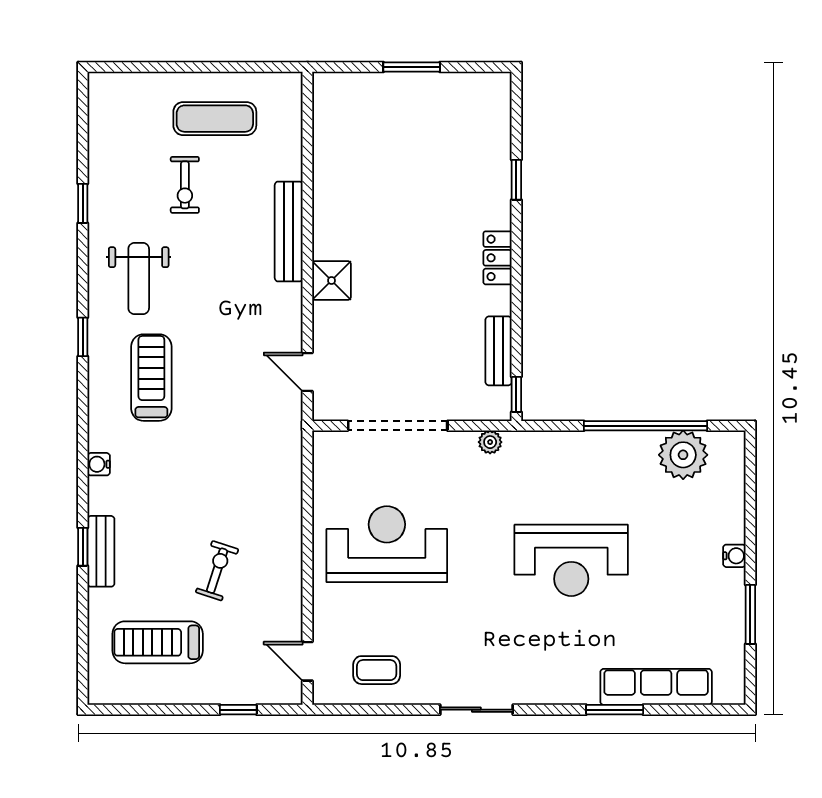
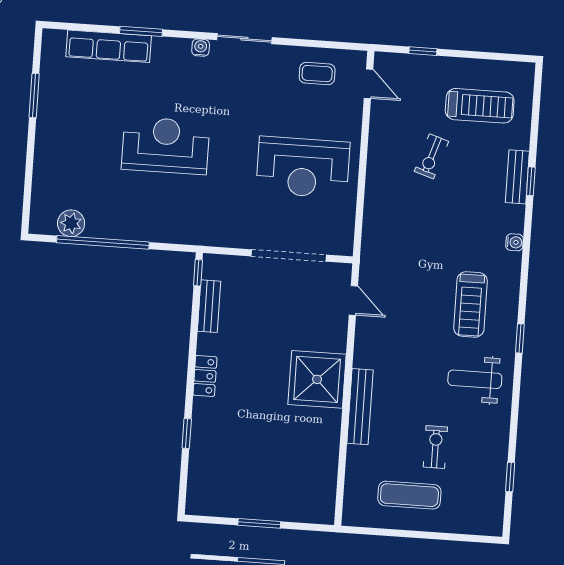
window: (83, 203) -> (510, 477), moved
weight bench: (139, 279) -> (475, 379), turned -90
shower: (332, 281) -> (317, 379), width x1.86, depth x1.86
plant: (490, 442) -> (220, 238), removed
plant: (683, 455) -> (71, 223), width x0.73, depth x0.73
water cooler: (734, 556) -> (201, 48), moved, turned 90

